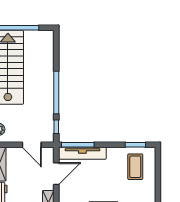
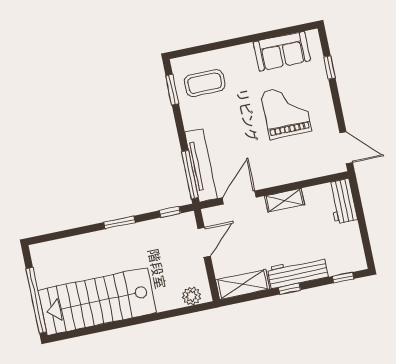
window: (56, 93) -> (119, 222), width x0.47
door: (56, 174) -> (239, 197), hinge flipped

